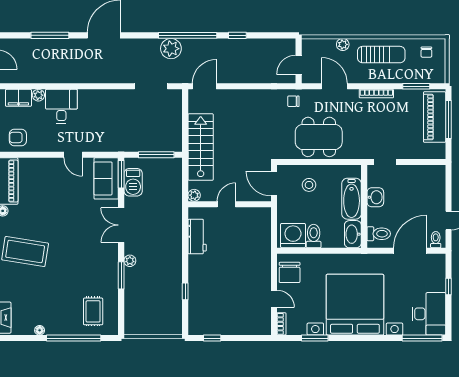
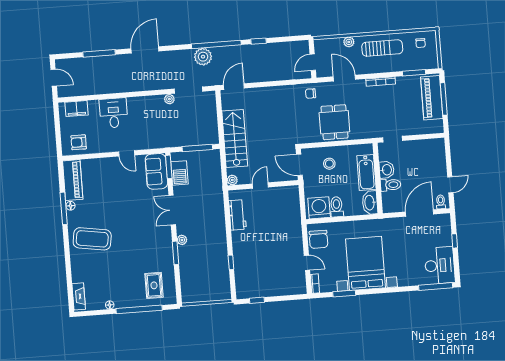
plant: (38, 95) -> (169, 99), moved
dining table: (319, 137) -> (334, 122), width x0.73
toilet: (379, 234) -> (391, 185), moved
bed with nightstands: (355, 305) -> (365, 263), width x0.73

